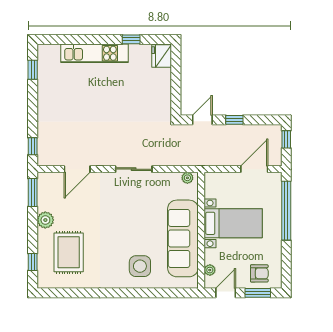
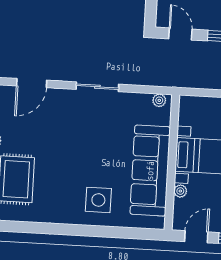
door: (202, 120) -> (180, 34), hinge flipped
plant: (210, 270) -> (180, 191), moved

